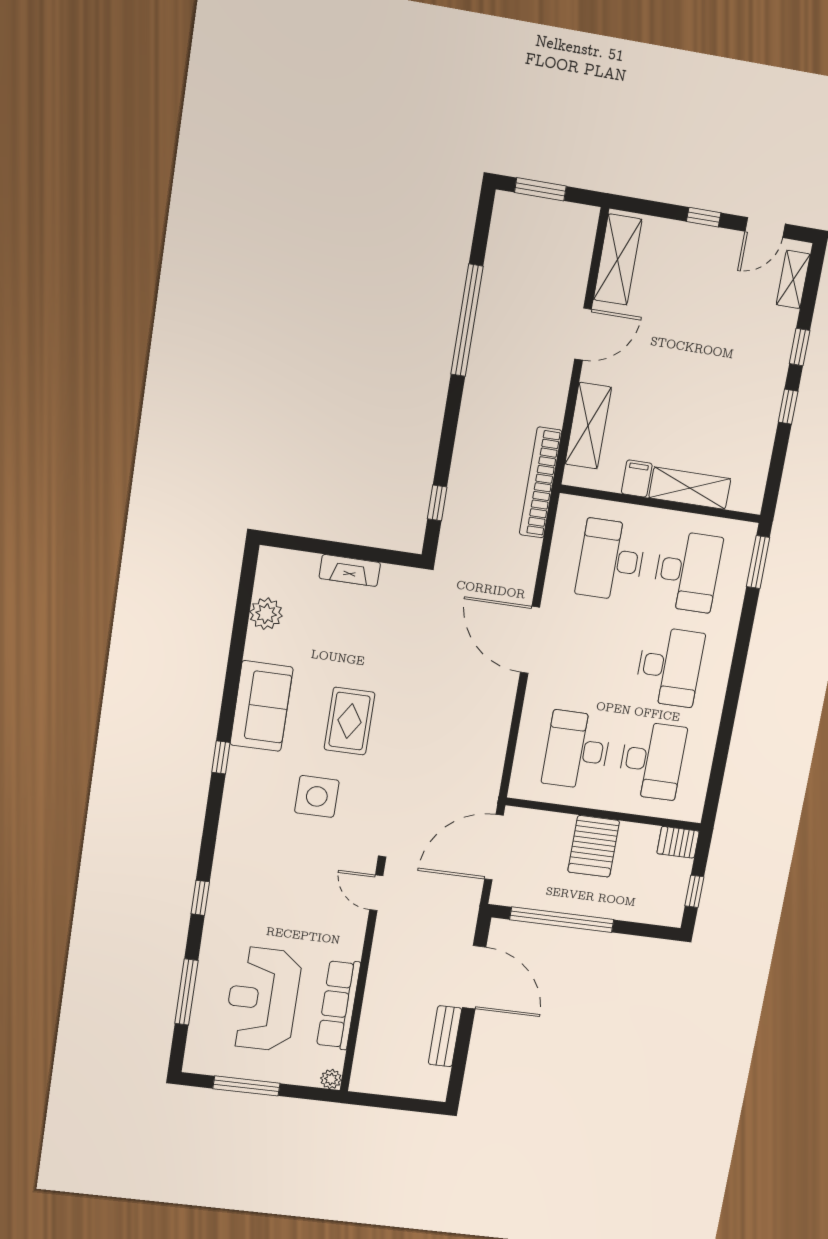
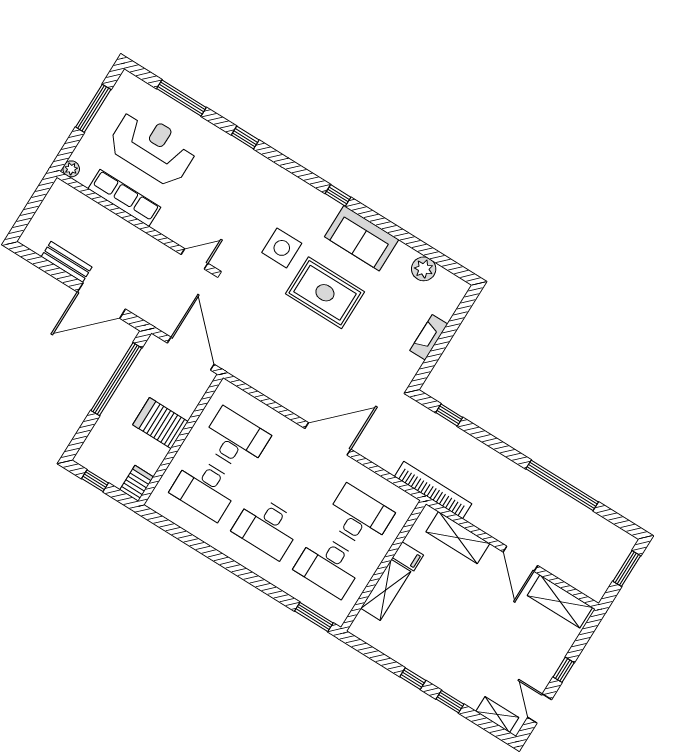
rug: (349, 721) -> (325, 293), width x1.36, depth x1.43

